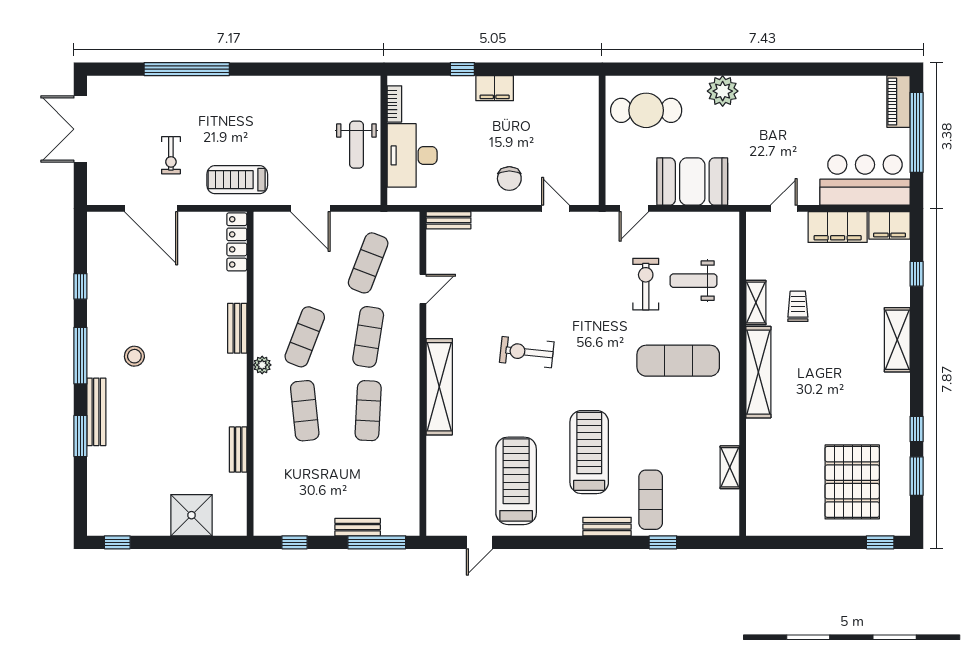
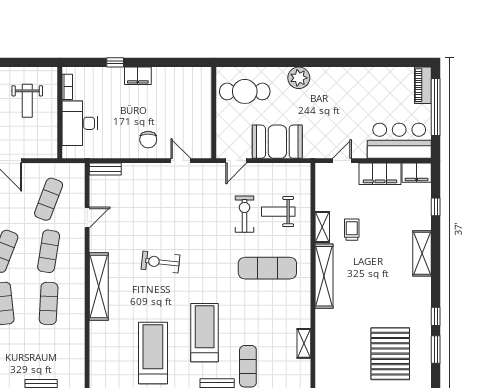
weight bench: (356, 145) -> (27, 101), moved

